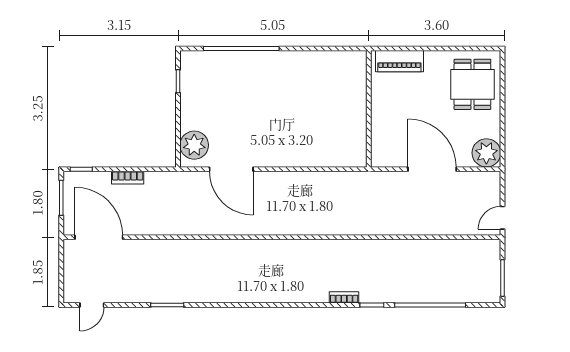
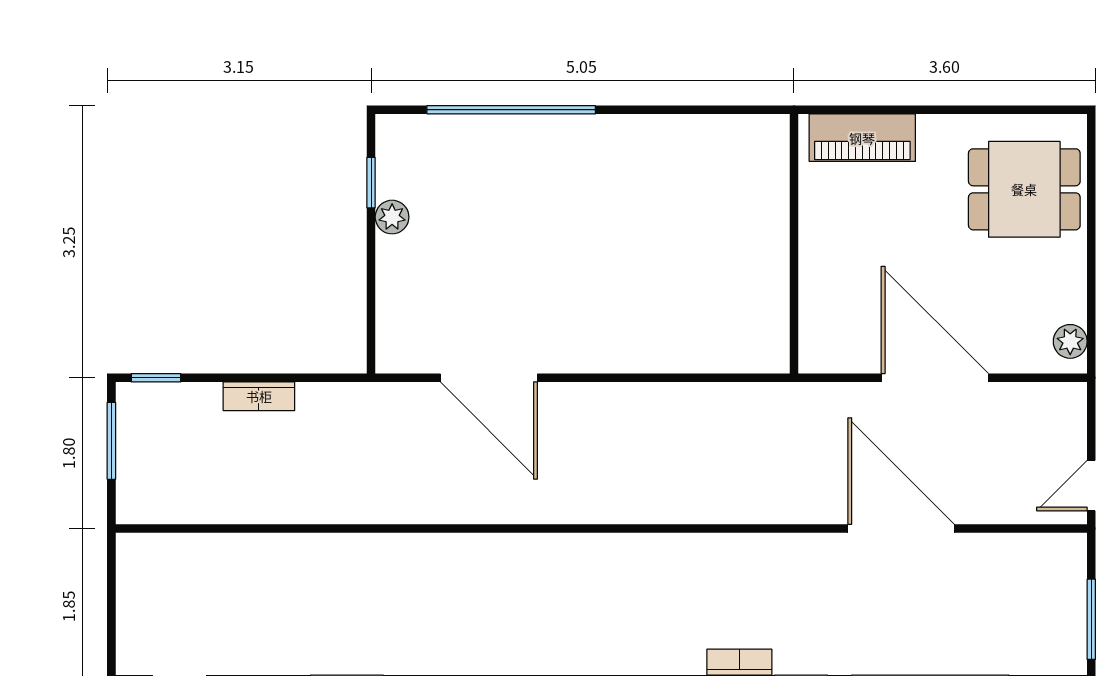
dining table: (472, 84) -> (1024, 189), turned 90
plant: (194, 145) -> (392, 217), moved, width x0.53, depth x0.53
plant: (486, 153) -> (1070, 341), width x0.53, depth x0.53
door: (99, 237) -> (901, 528), moved

